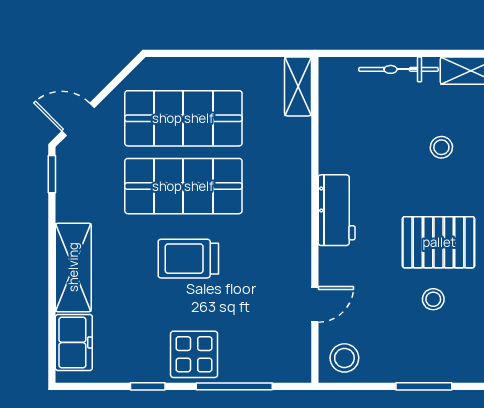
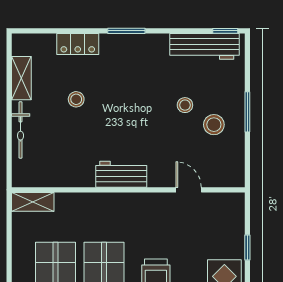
pallet: (439, 242) -> (144, 101), removed
stool: (344, 358) -> (214, 125), moved
window: (234, 386) -> (247, 247), width x0.46

